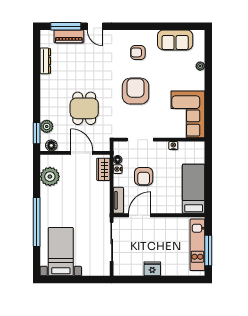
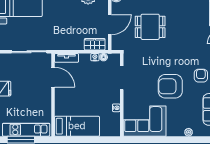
armchair: (136, 91) -> (170, 86), moved, turned 180
armchair: (144, 176) -> (88, 81), removed

